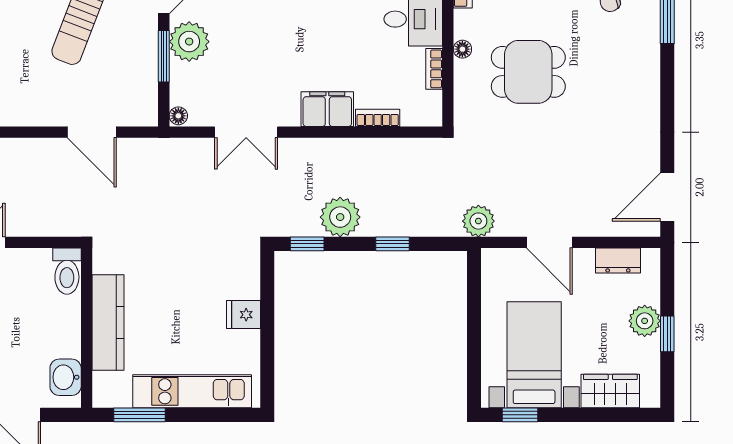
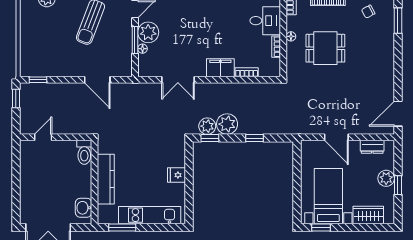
floor lamp: (178, 116) -> (143, 49), moved
plant: (478, 221) -> (207, 126), moved

